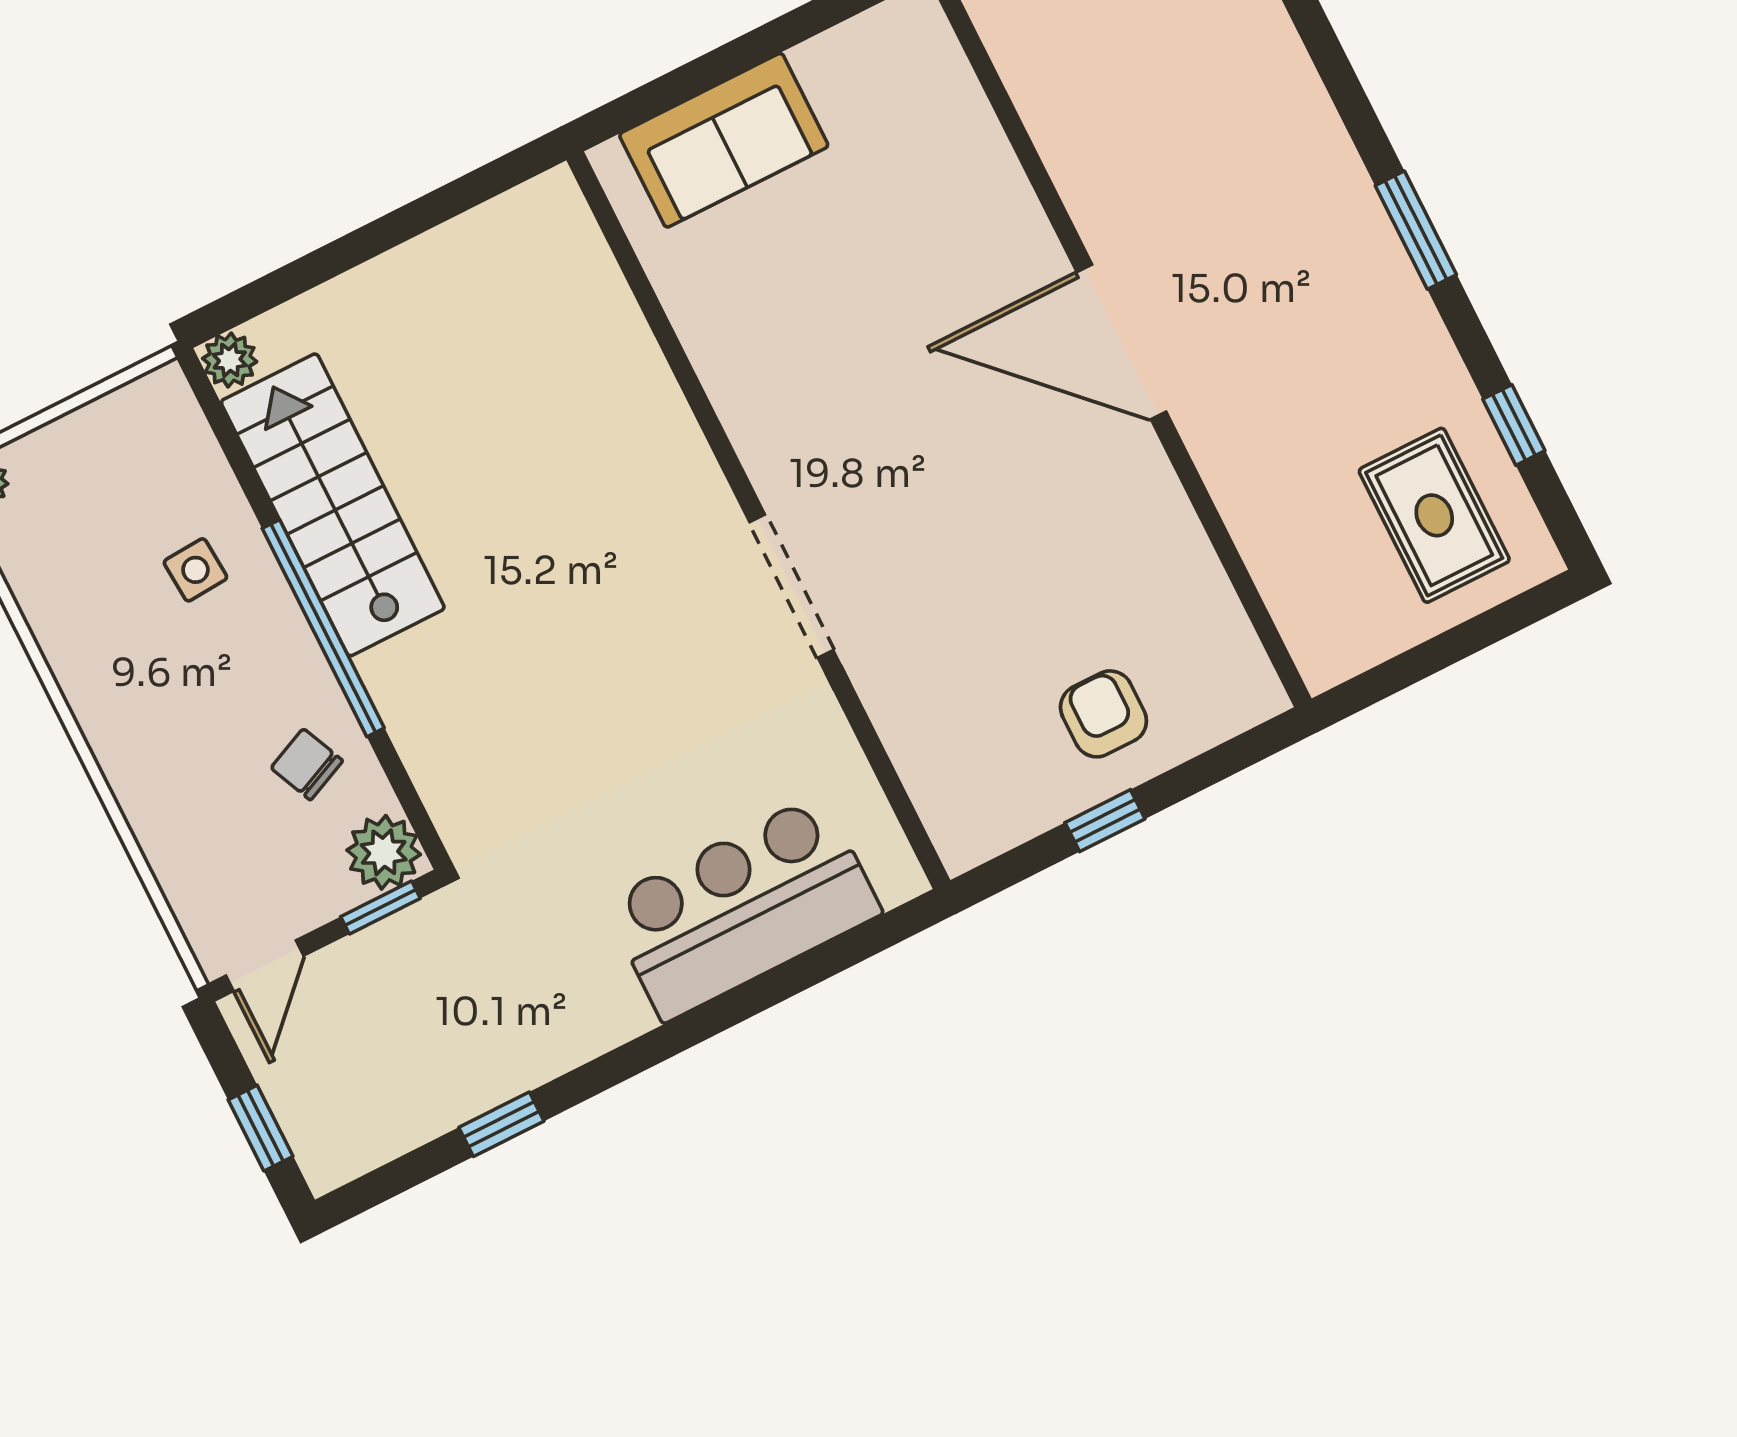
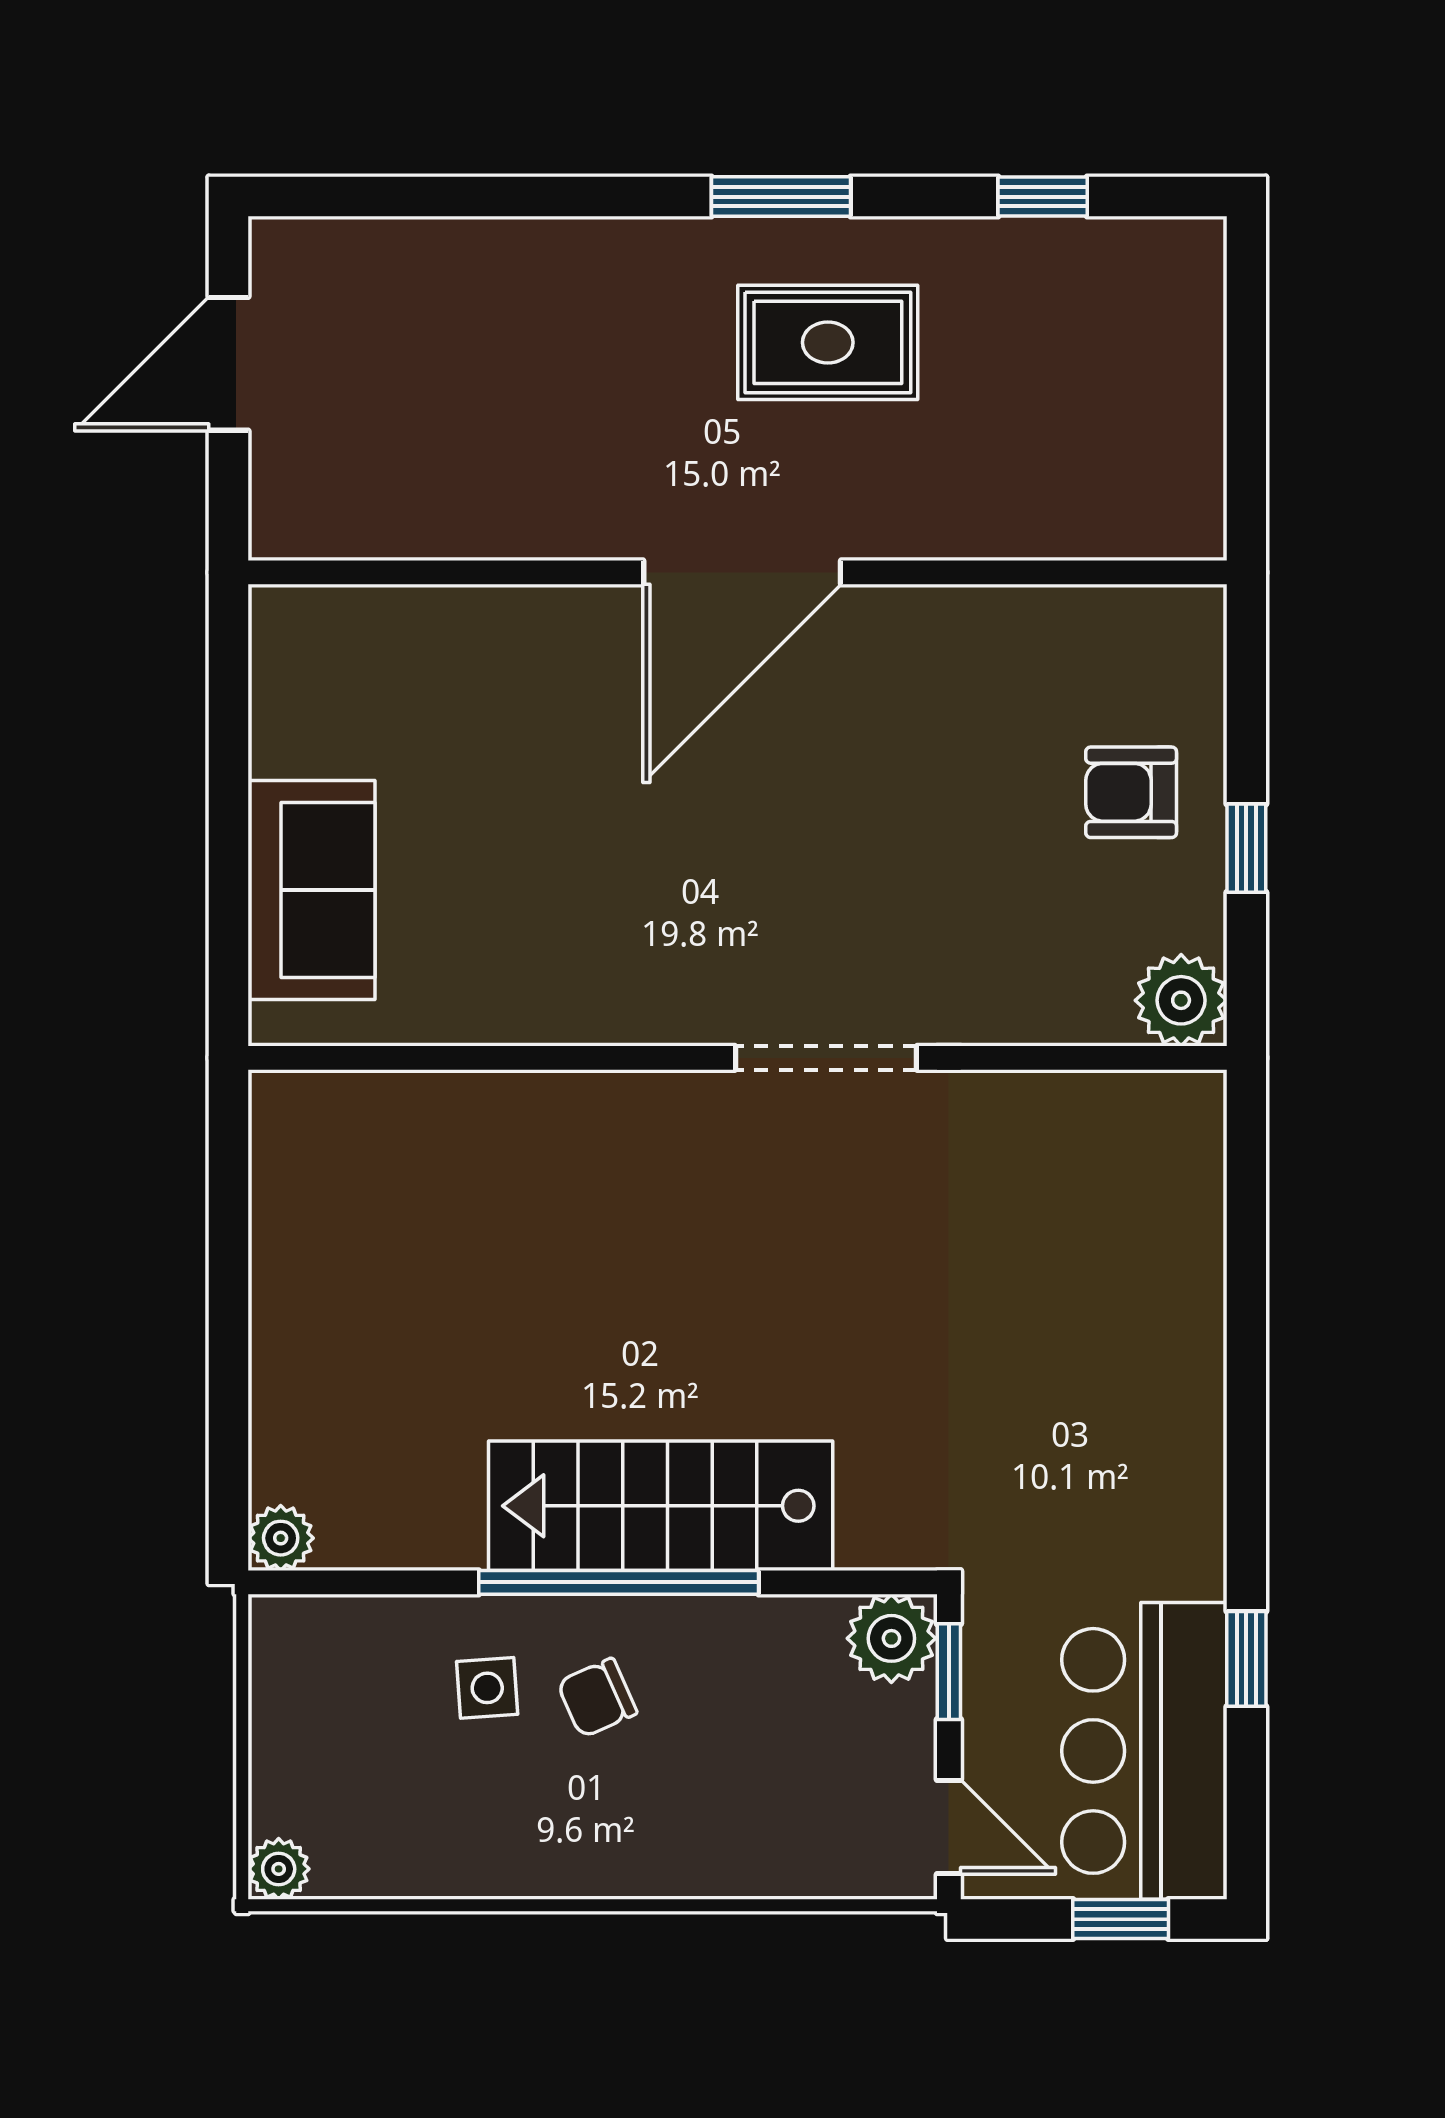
stairs: (333, 505) -> (661, 1506), moved
rug: (1434, 515) -> (828, 342), moved
chair: (307, 764) -> (597, 1698), moved
plant: (967, 829) -> (1181, 1000), added
bar counter: (743, 908) -> (1144, 1751), moved

